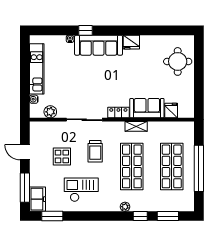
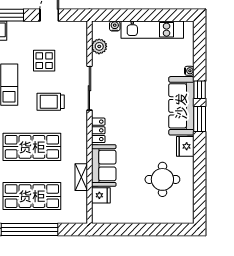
window: (109, 30) -> (200, 119), added
round table: (178, 61) -> (162, 179), moved
shelving: (136, 126) -> (81, 177), moved

